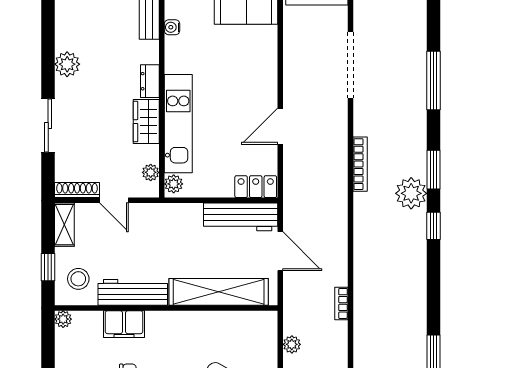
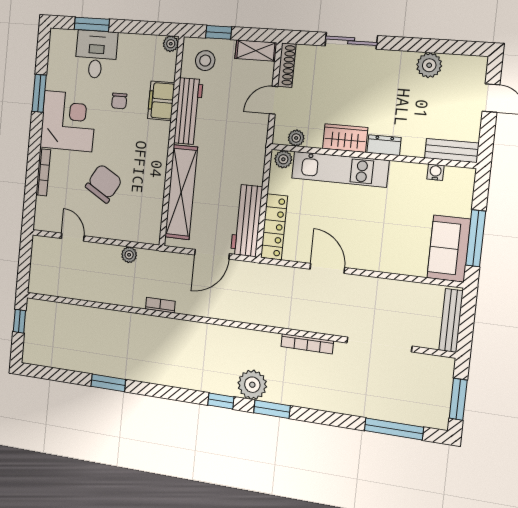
plant: (67, 64) -> (429, 65), moved
window: (434, 80) -> (394, 429), moved
bookcase: (360, 164) -> (307, 344), moved
locker: (256, 187) -> (274, 227), width x1.53

